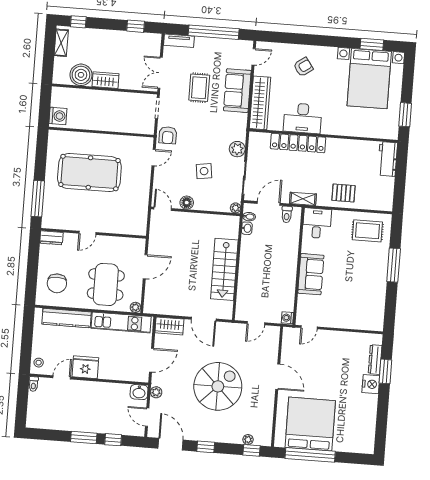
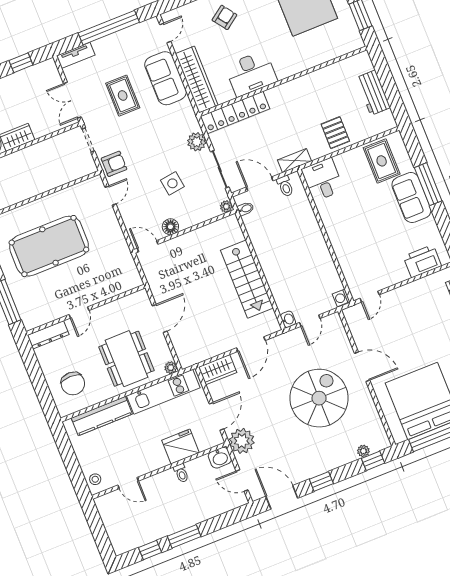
armchair: (168, 135) -> (114, 164), turned -90
locker: (298, 143) -> (235, 112), moved
workbench: (388, 159) -> (373, 93), moved
pallet: (344, 193) -> (335, 133), turned 90
door: (269, 203) -> (260, 184), hinge flipped
washbasin: (247, 228) -> (288, 319), moved
rug: (367, 231) -> (382, 161), turned 90
dresser: (51, 238) -> (48, 335), width x1.44
sofa: (311, 274) -> (411, 198), moved, turned 180
door: (204, 319) -> (251, 344), hinge flipped
printer: (361, 320) -> (422, 261), added
fridge: (85, 367) -> (181, 447), moved
door: (62, 377) -> (128, 483), swing flipped
toilet: (33, 384) -> (181, 473), moved
spiral stairs: (218, 386) -> (319, 398), moved
plant: (156, 392) -> (242, 441), width x1.87, depth x1.87
window: (113, 440) -> (150, 550), moved

